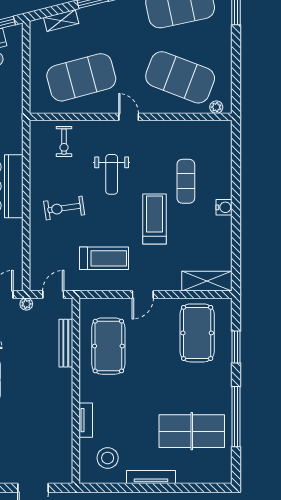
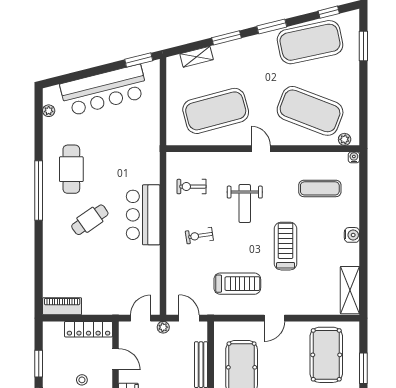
water cooler: (226, 126) -> (354, 157), added
exercise bike: (64, 142) -> (192, 187), moved, turned 90
exercise mat: (186, 181) -> (320, 188), moved, turned 90
exercise bike: (64, 208) -> (199, 236), width x0.73, depth x0.72
shelving: (207, 281) -> (350, 290), moved, turned 90
door: (53, 294) -> (189, 318), hinge flipped

